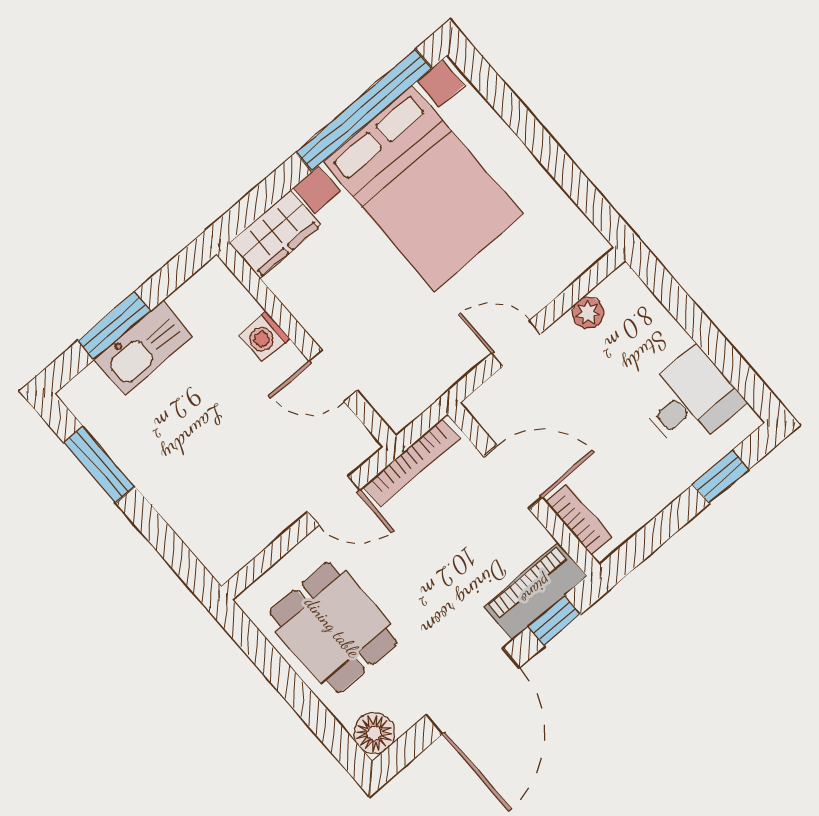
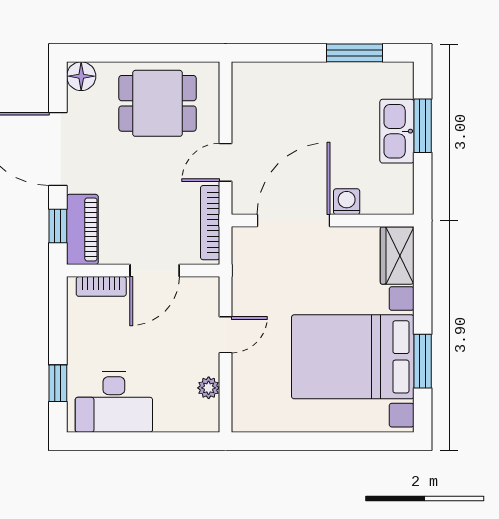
window: (364, 110) -> (423, 361), width x0.47
door: (333, 376) -> (293, 221), width x1.88
desk: (690, 400) -> (114, 402), width x1.37

